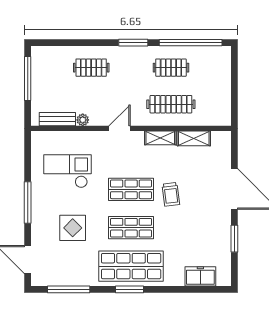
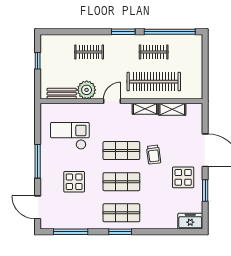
window: (28, 78) -> (38, 61), width x0.46
clothes rail: (171, 104) -> (154, 82), width x1.37, depth x1.31
plant: (83, 120) -> (87, 90), width x1.88, depth x1.88
display table: (207, 222) -> (183, 177), added
shop shelf: (131, 266) -> (121, 213), width x0.70, depth x0.74
freezer: (200, 276) -> (190, 221), moved

